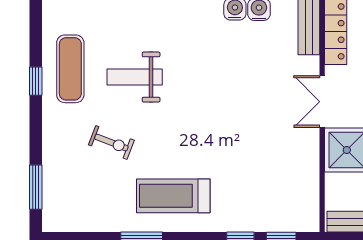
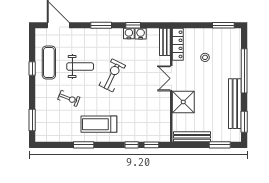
weight bench: (135, 77) -> (80, 67), turned 180
exercise bike: (201, 95) -> (112, 75), added

